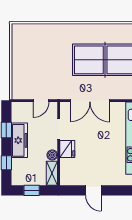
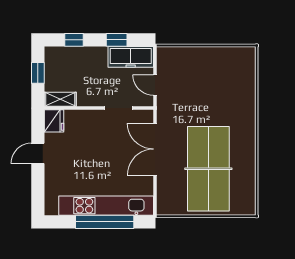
freezer: (19, 140) -> (131, 57), moved
fridge: (67, 149) -> (54, 121), moved, turned -90
boiler: (52, 155) -> (84, 100), removed

